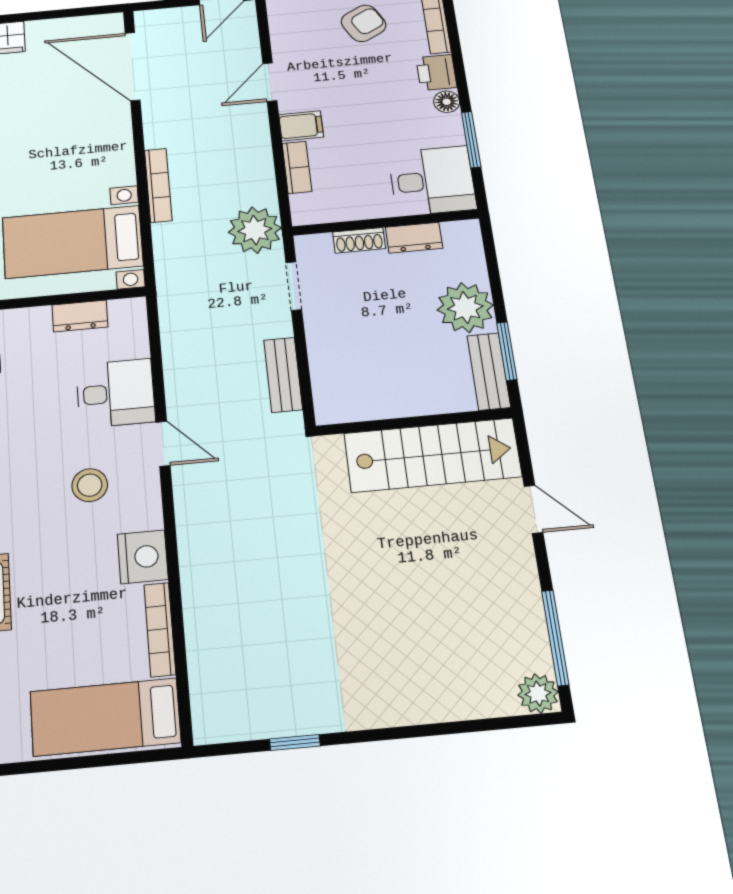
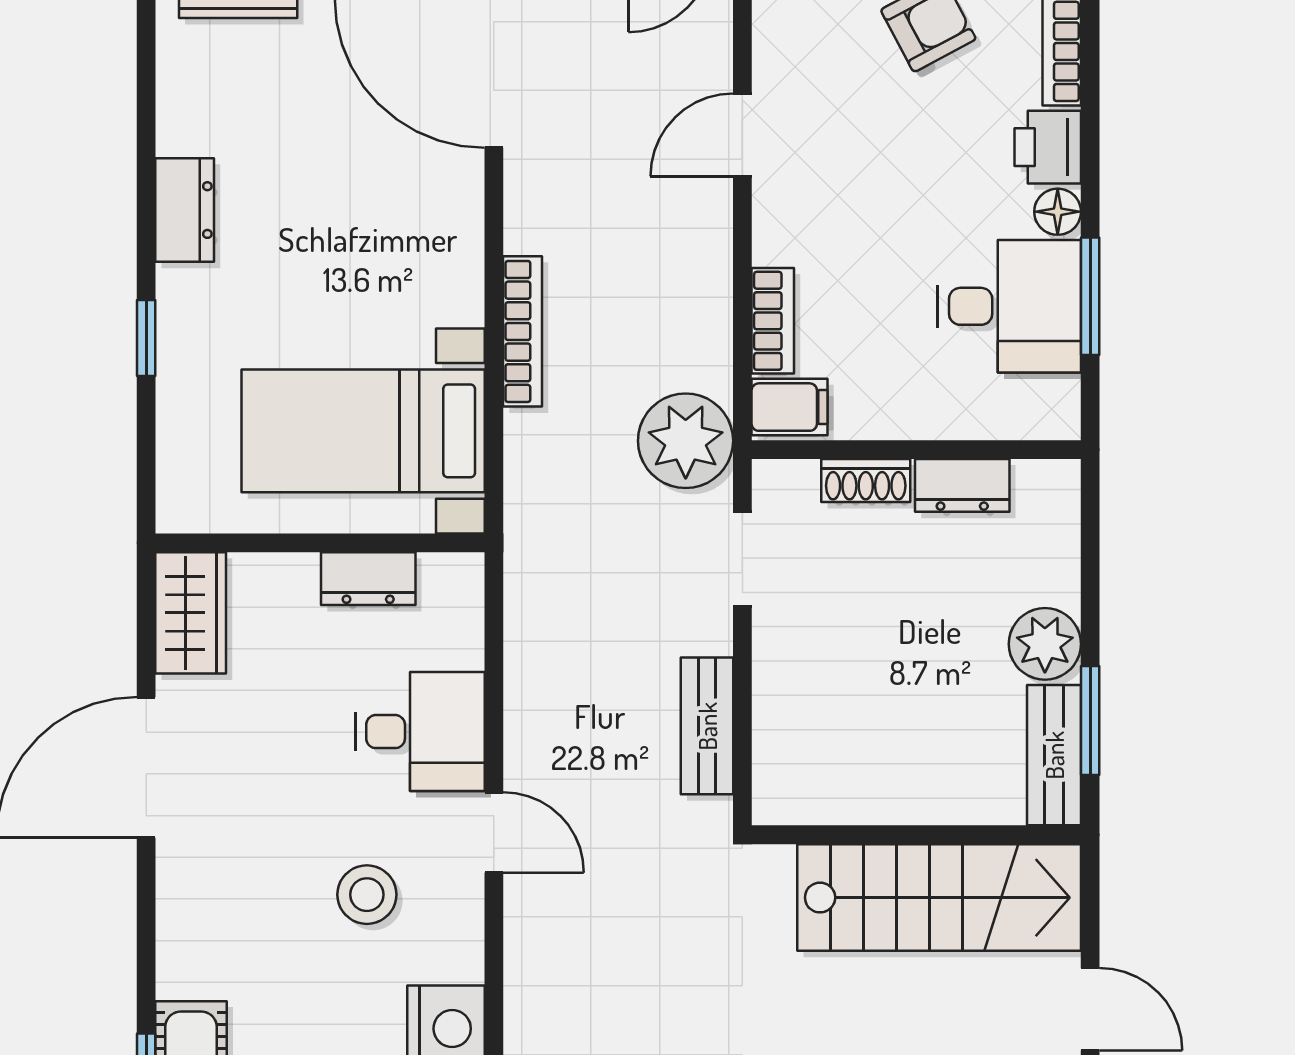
filing cabinet: (301, 126) -> (790, 407), moved
desk: (432, 181) -> (1009, 306), moved
plant: (465, 308) -> (1045, 644), width x0.73, depth x0.73

